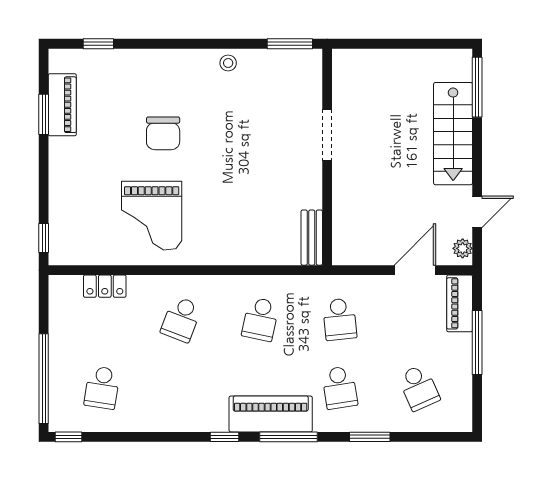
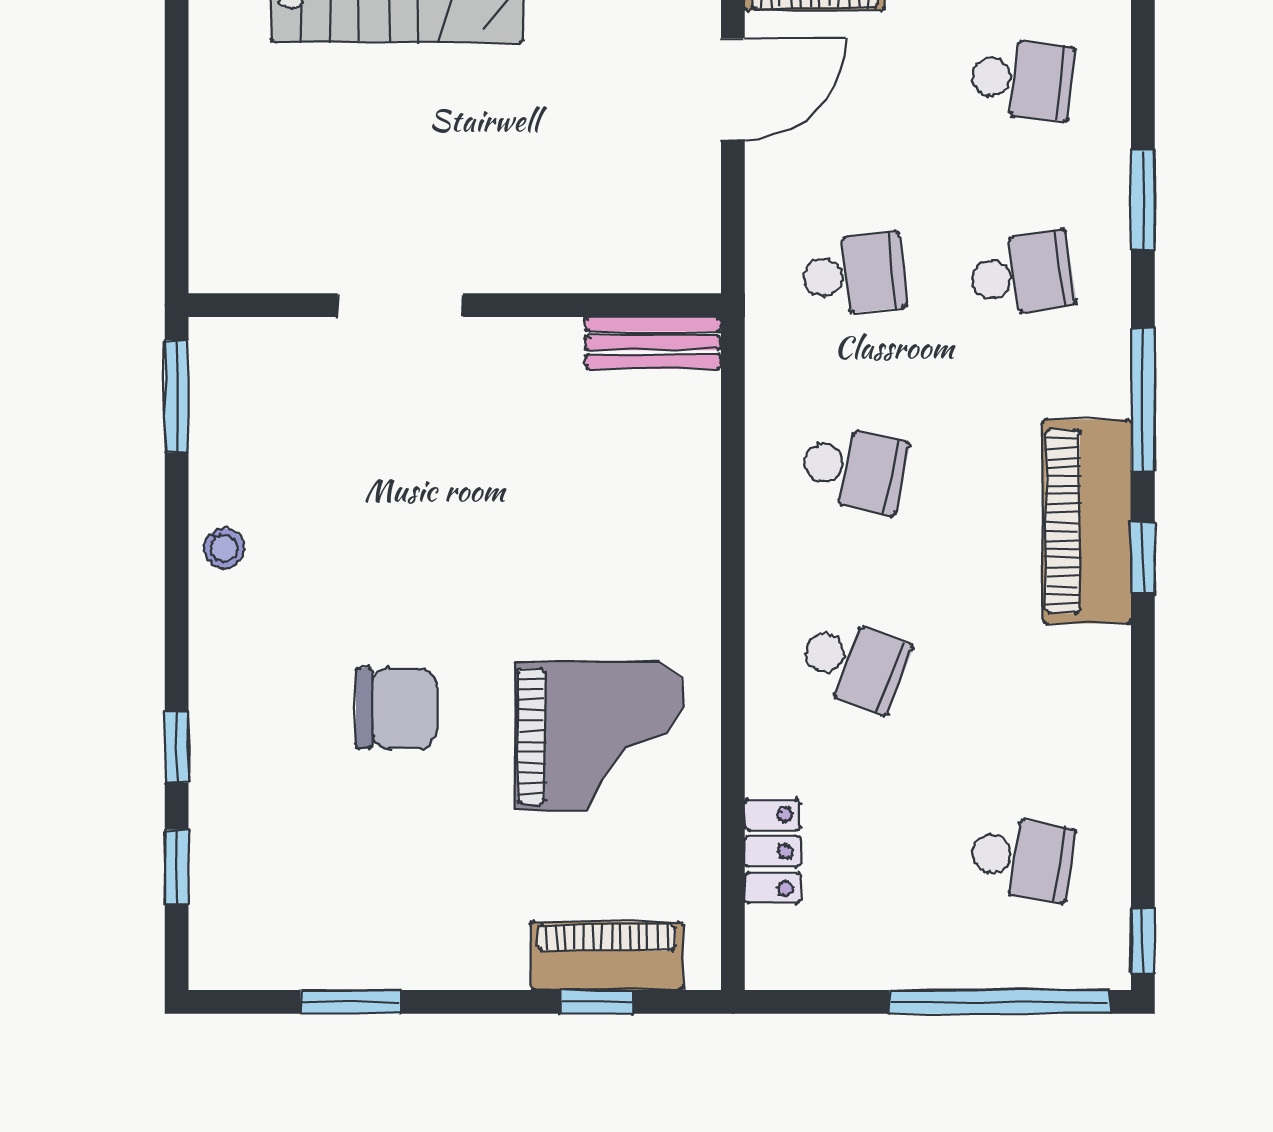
window: (147, 44) -> (177, 747), added
piano: (62, 105) -> (607, 956), moved
window: (44, 238) -> (597, 1002), moved
door: (415, 270) -> (733, 89), swing flipped
school desk: (419, 388) -> (1022, 80), turned 30
piano: (271, 414) -> (1087, 521), moved

